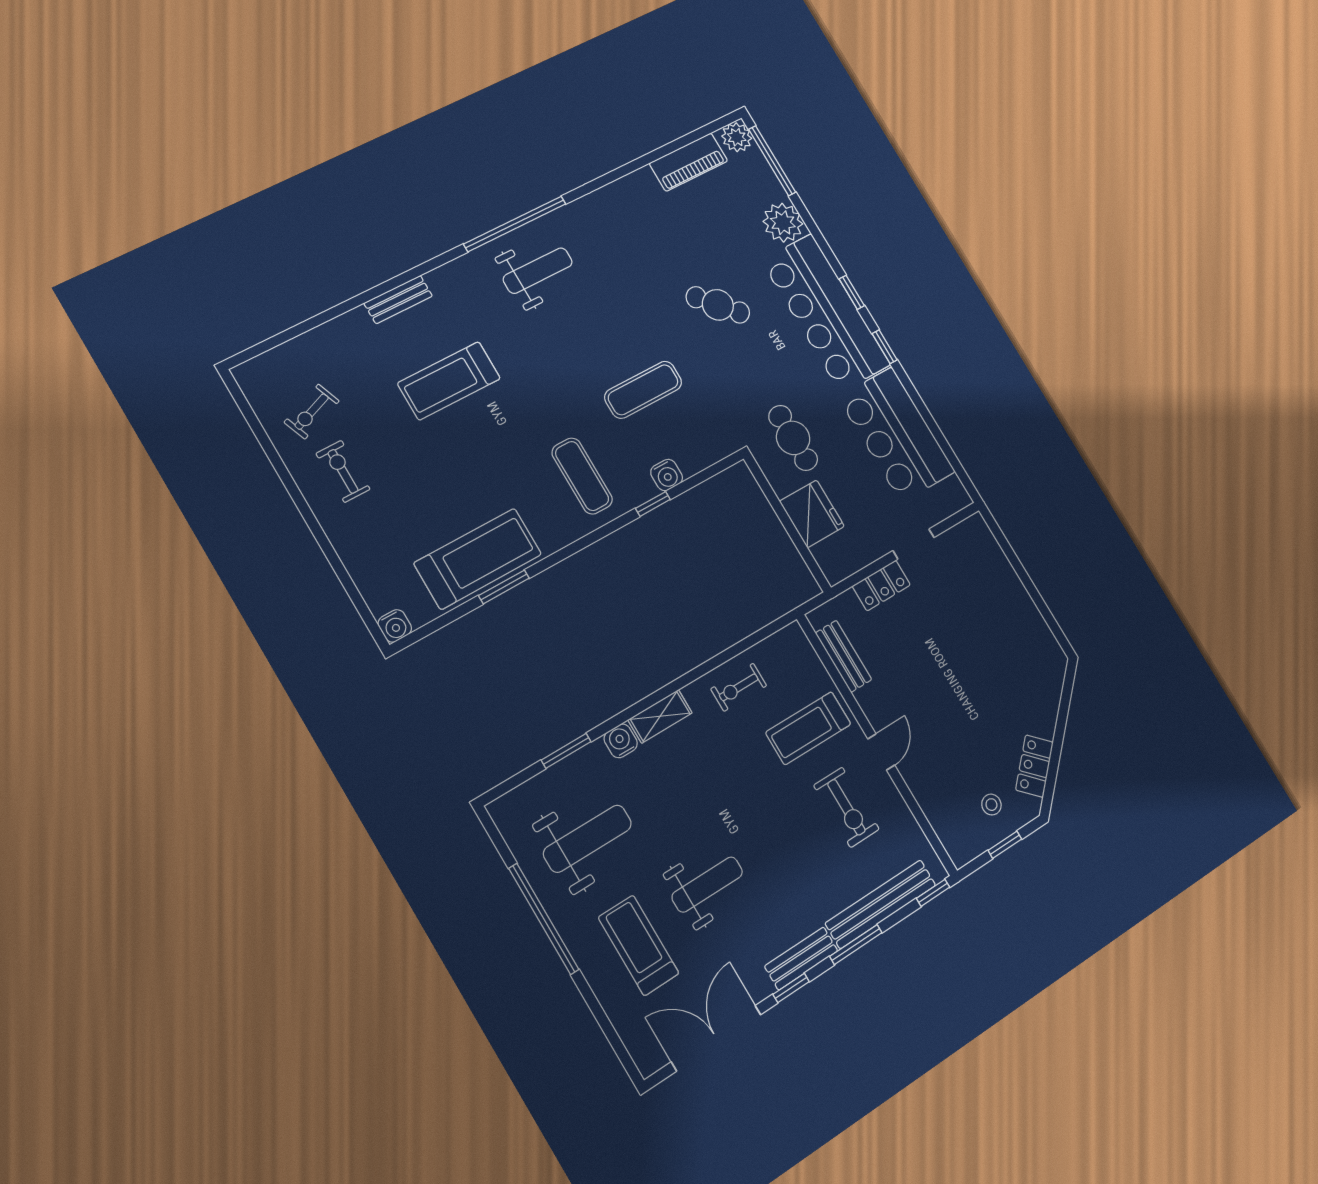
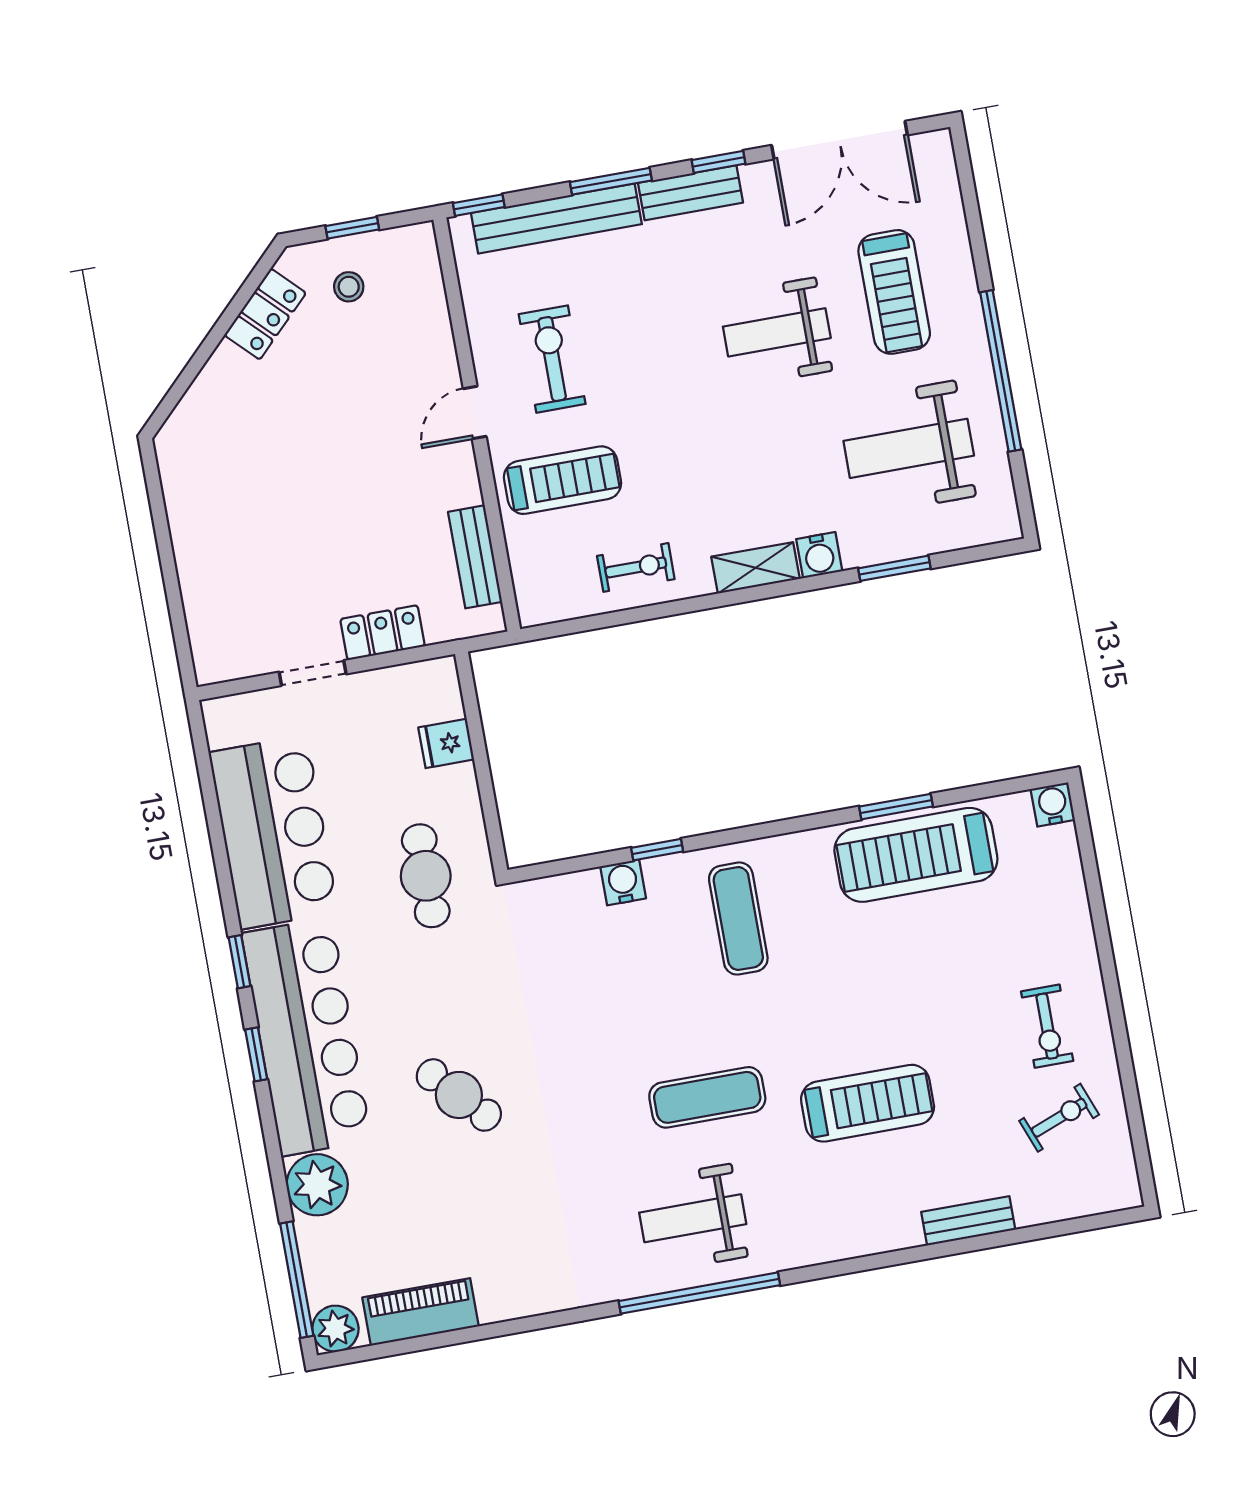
bench: (398, 300) -> (968, 1221), moved
exercise mat: (643, 390) -> (707, 1097), moved
fridge: (812, 514) -> (446, 743), width x0.53, depth x0.75

